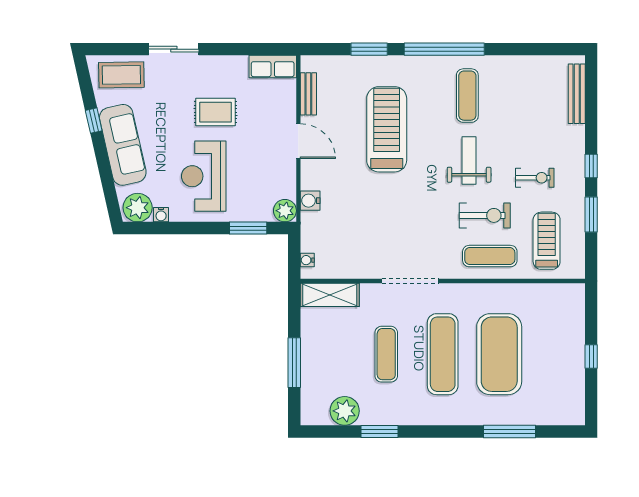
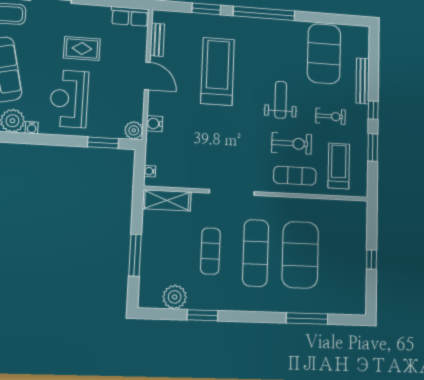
bench: (577, 94) -> (363, 81), moved
exercise mat: (467, 96) -> (324, 54), moved, width x2.00, depth x1.45

